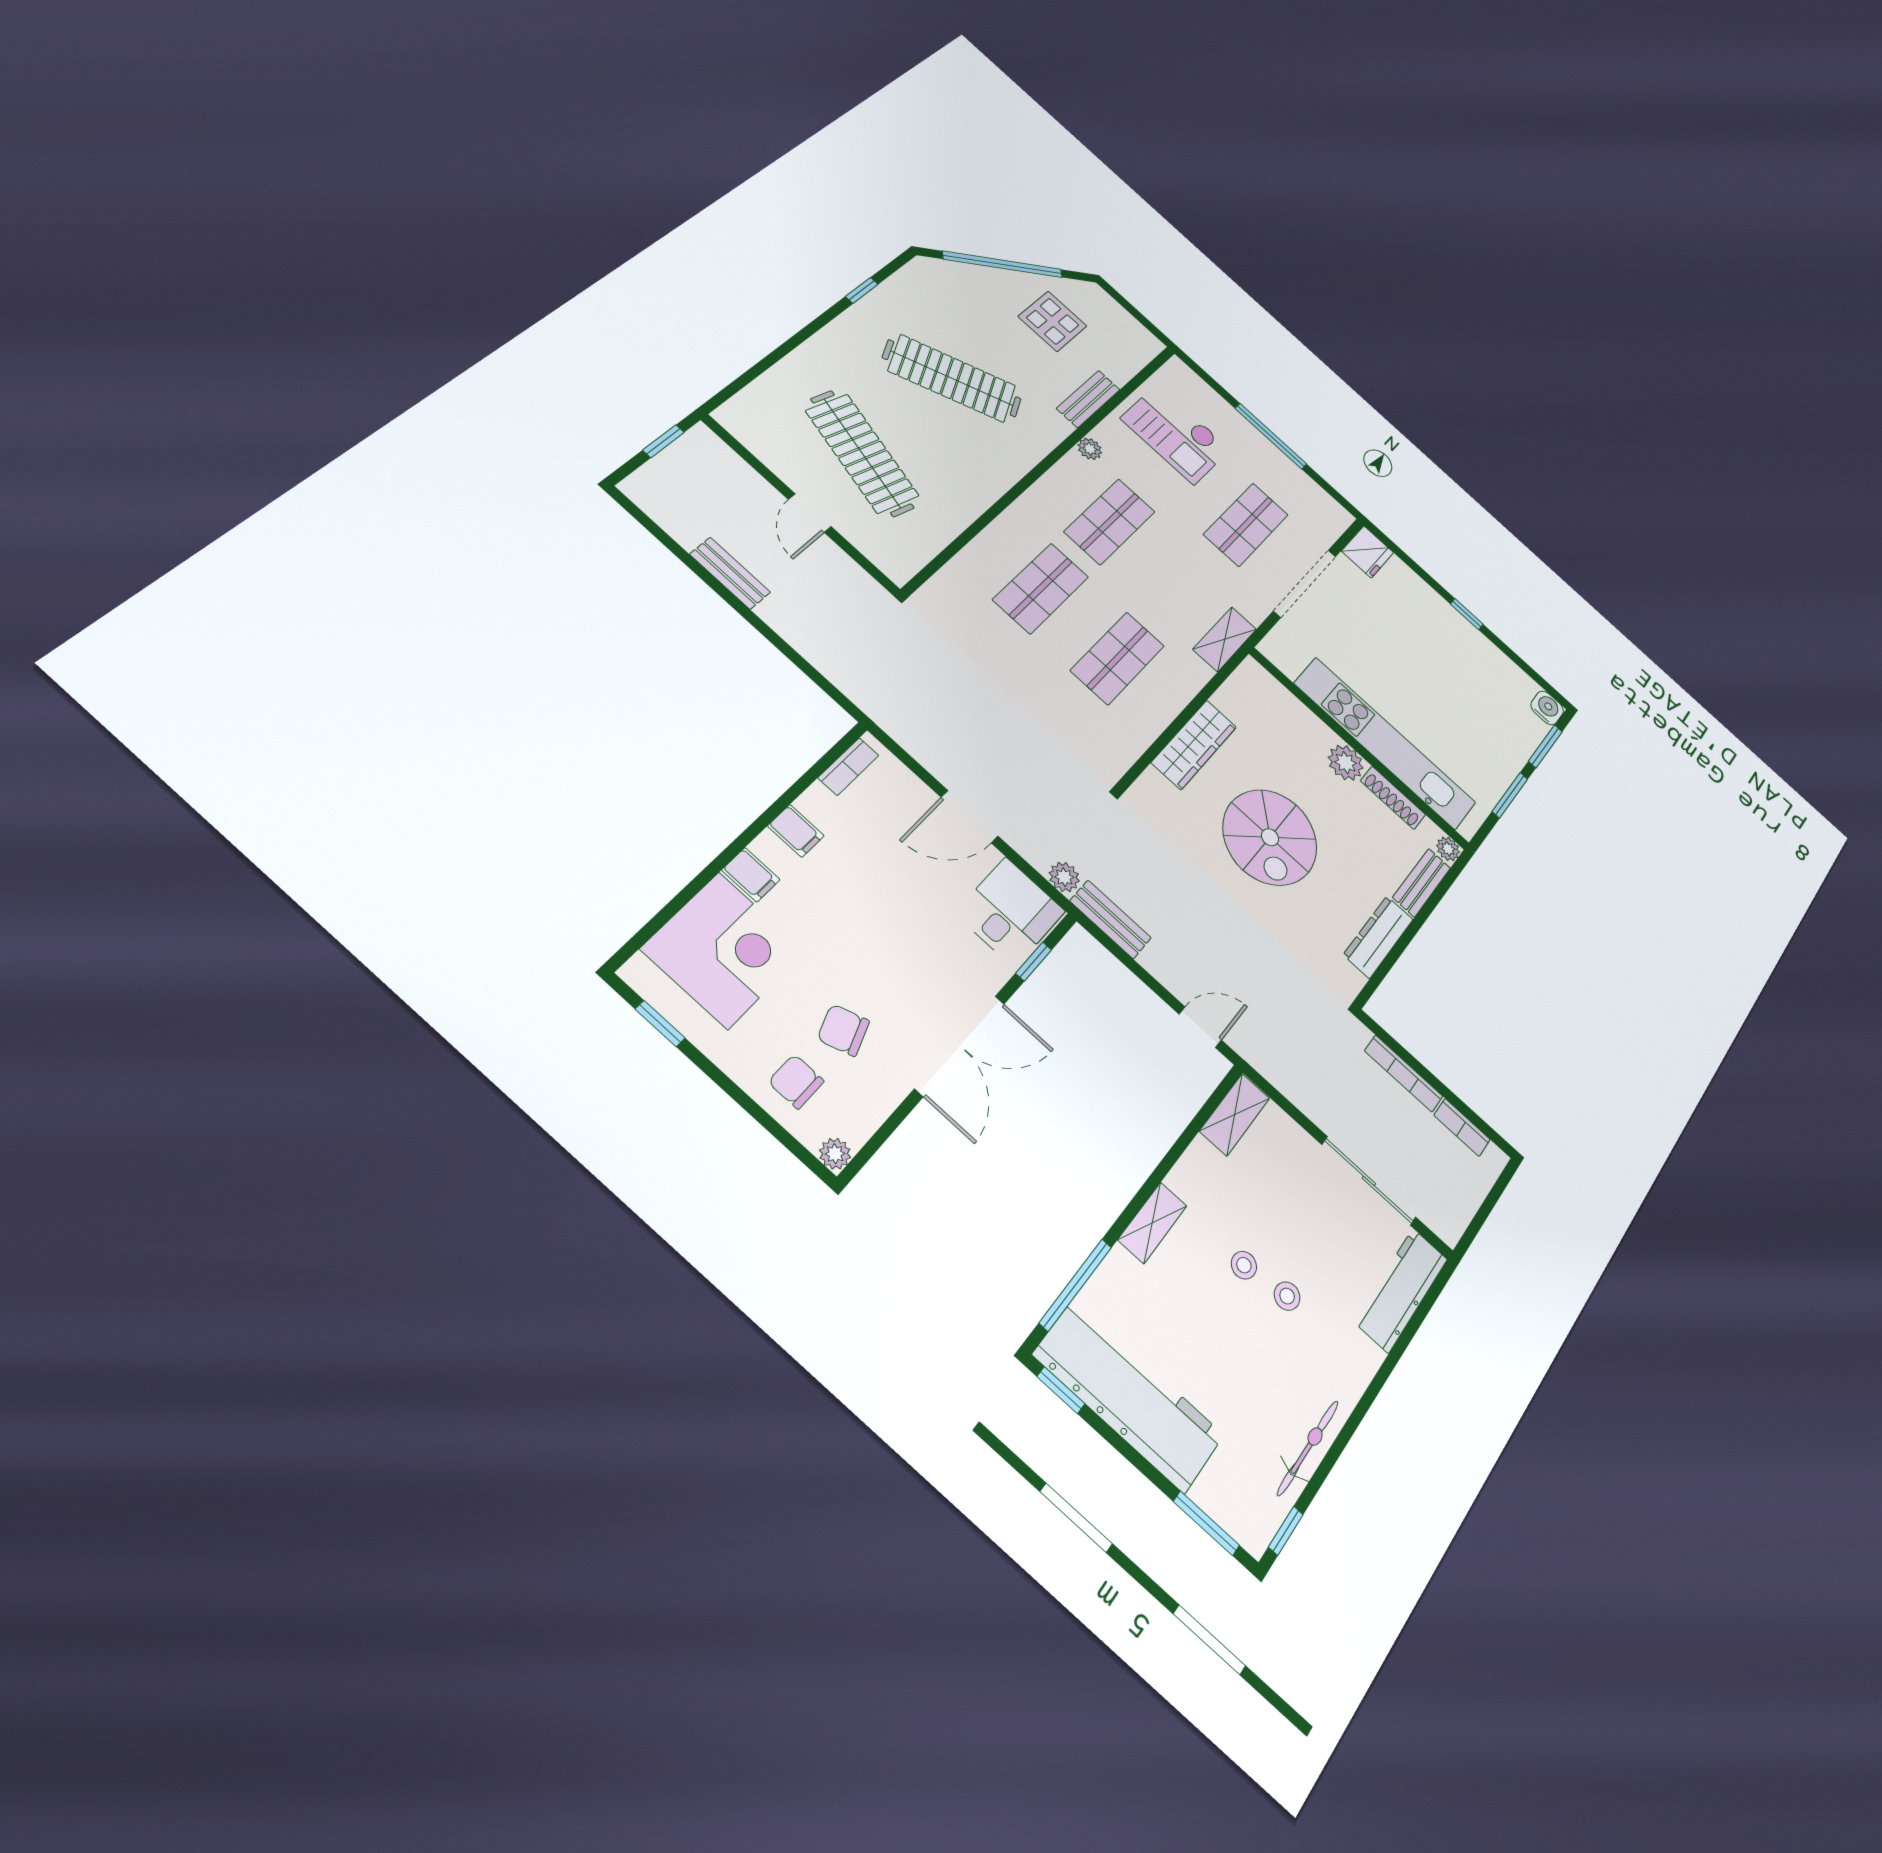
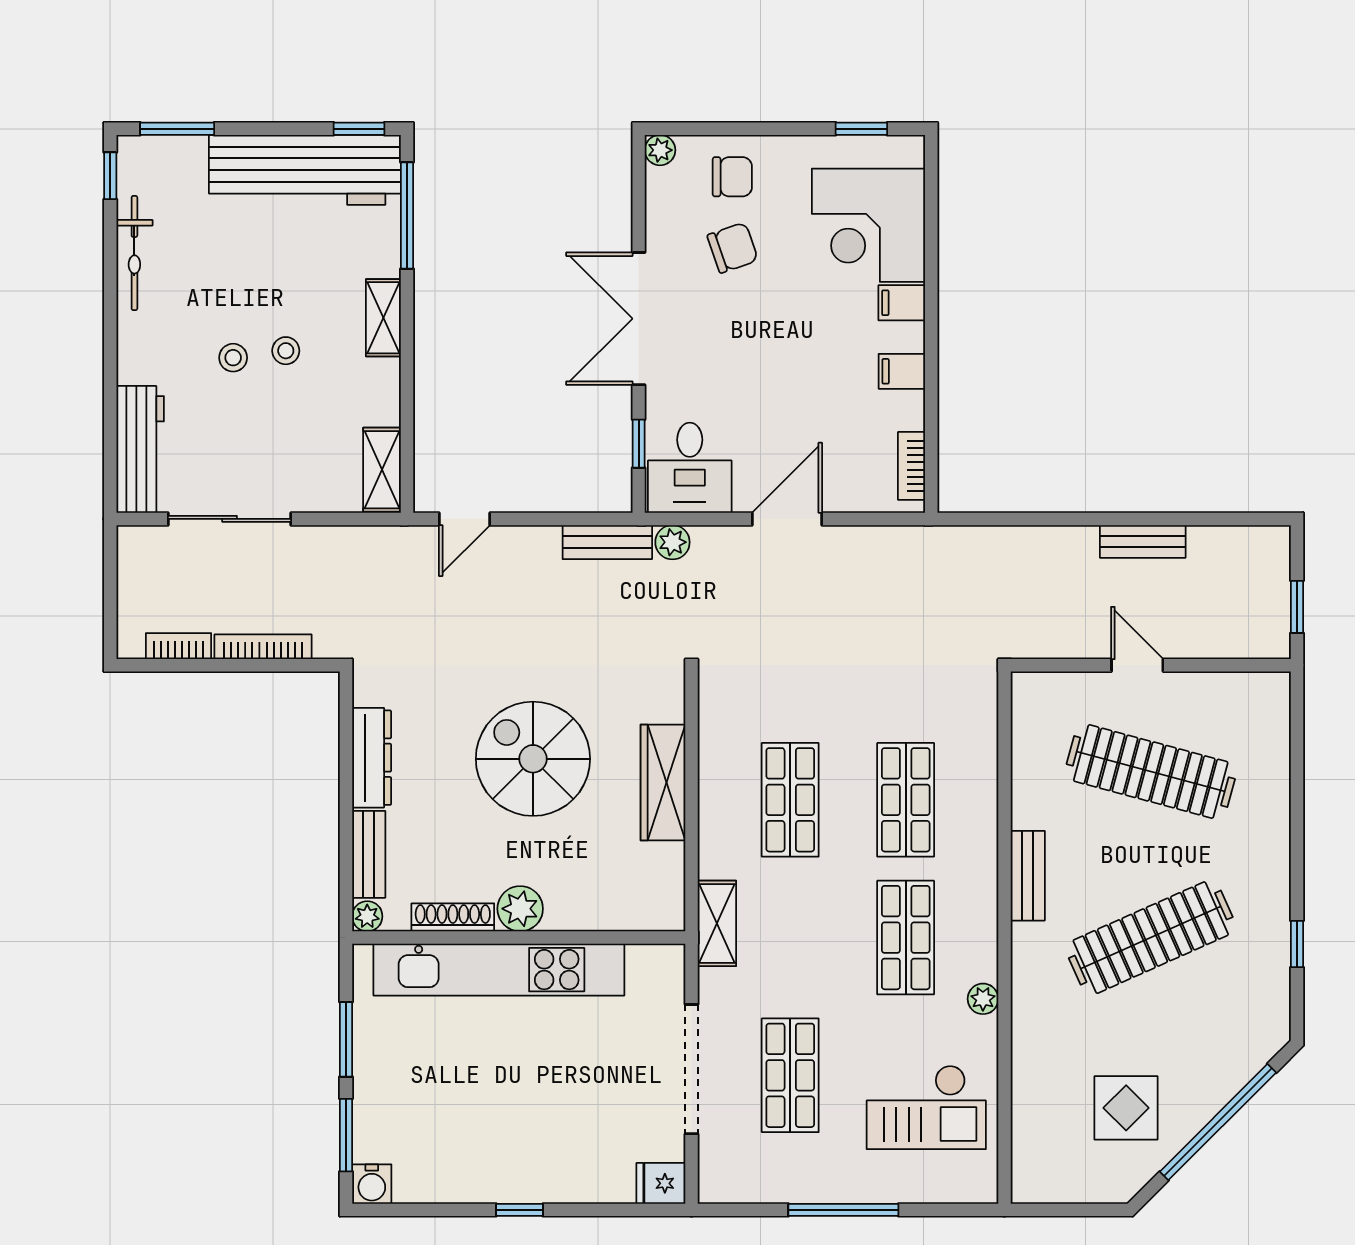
bench: (1088, 399) -> (1028, 876), moved
checkout: (1176, 434) -> (926, 1107), turned 180
fridge: (1368, 552) -> (661, 1183), width x0.72

